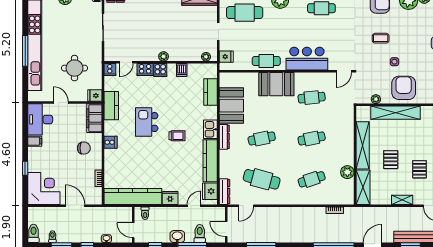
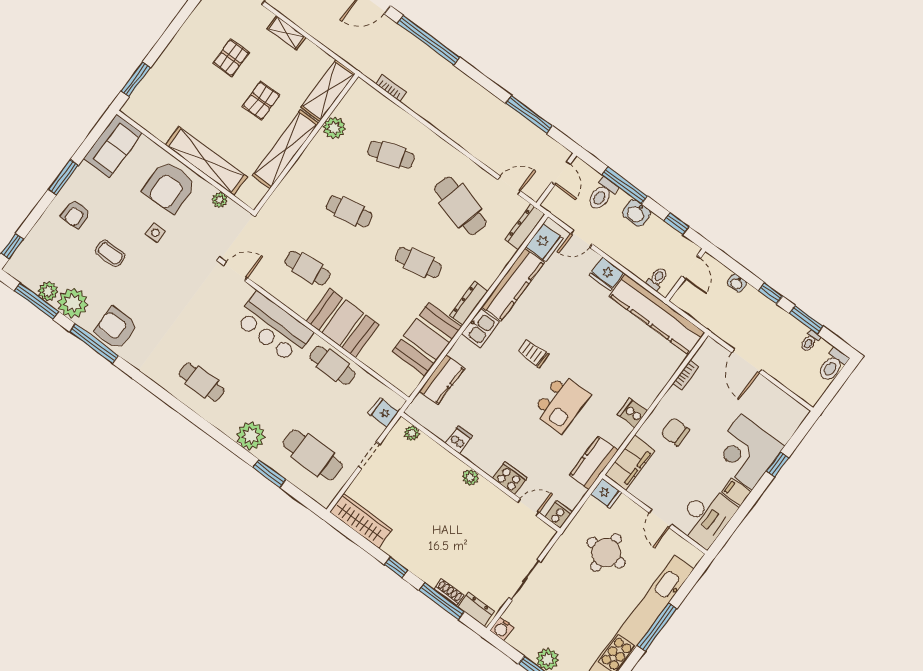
coffee table: (381, 38) -> (110, 253), moved
cooker: (160, 70) -> (489, 462), removed
corner desk: (44, 188) -> (746, 452), moved

